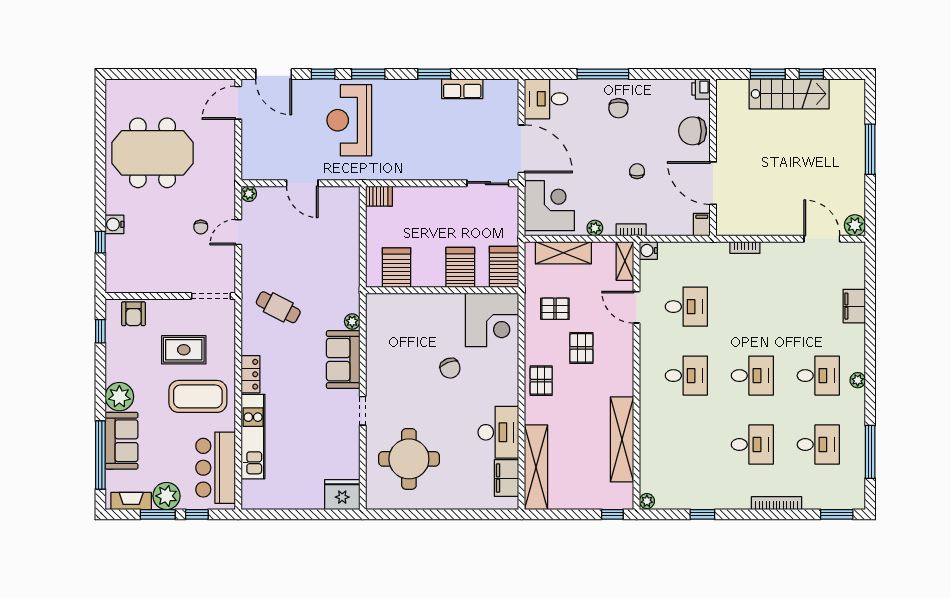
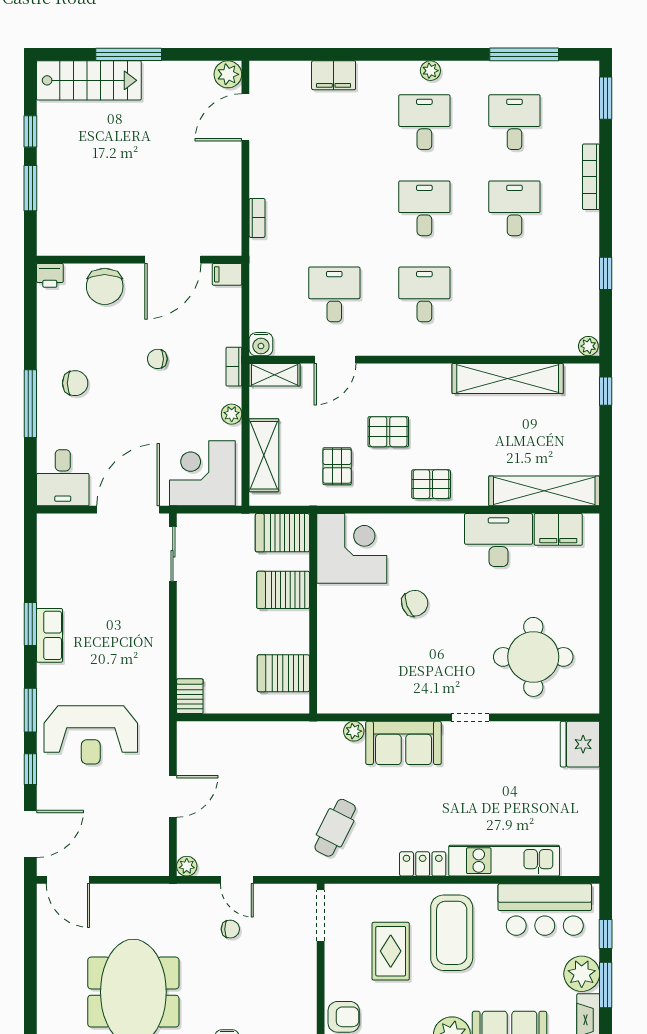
row of seats: (462, 89) -> (49, 635), moved
stairs: (789, 94) -> (89, 80), moved, turned 90

